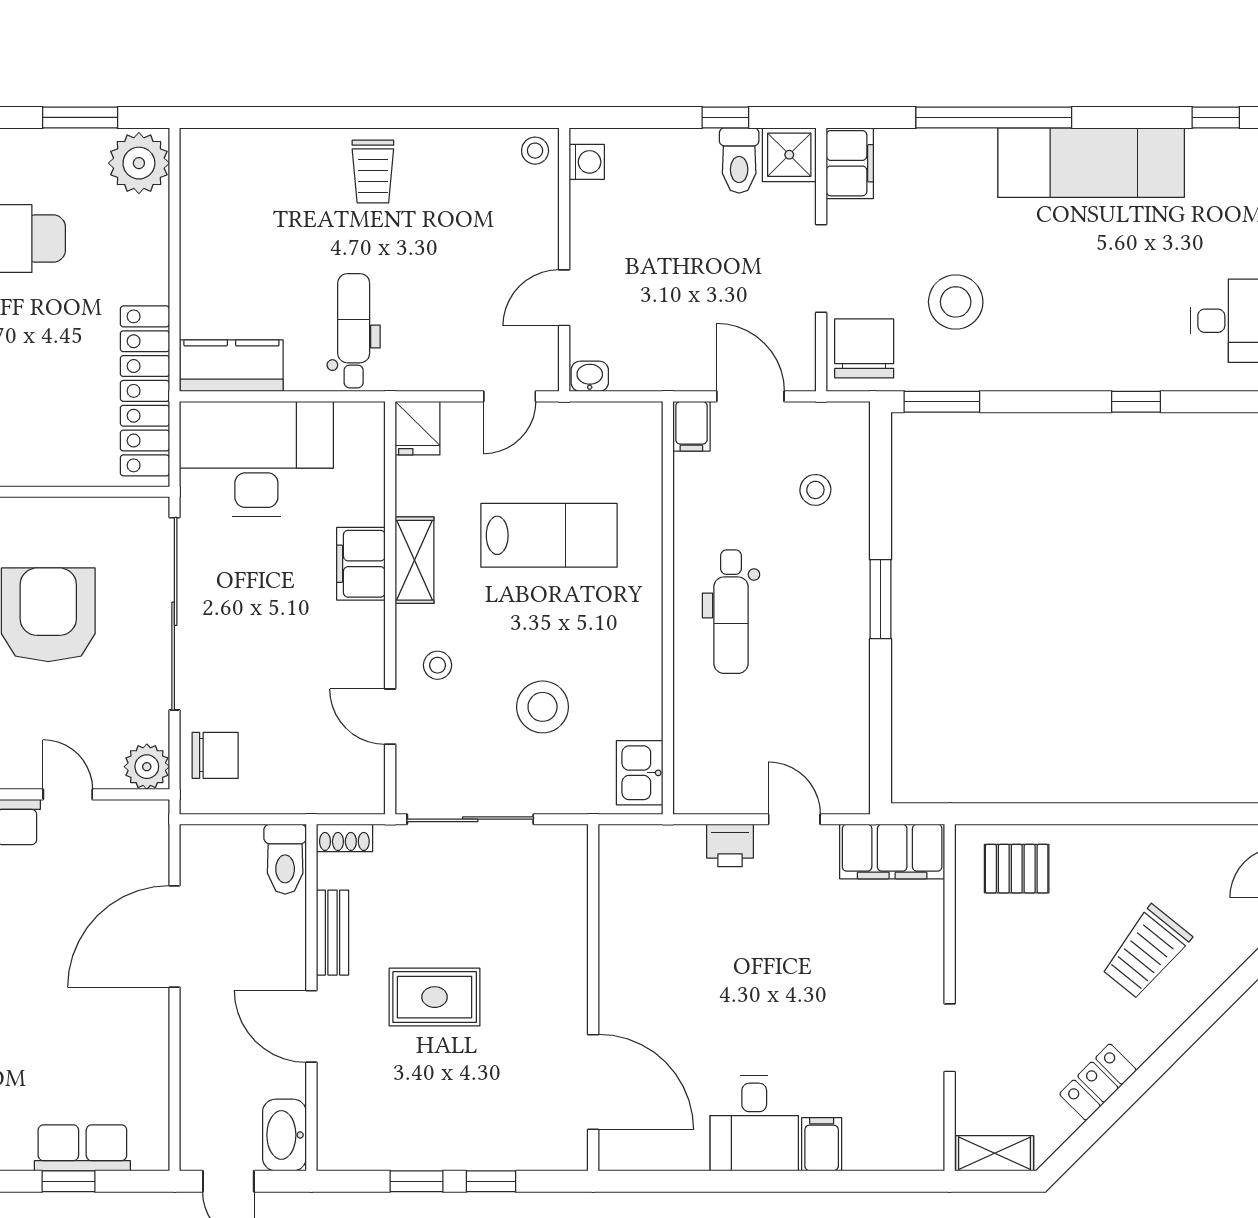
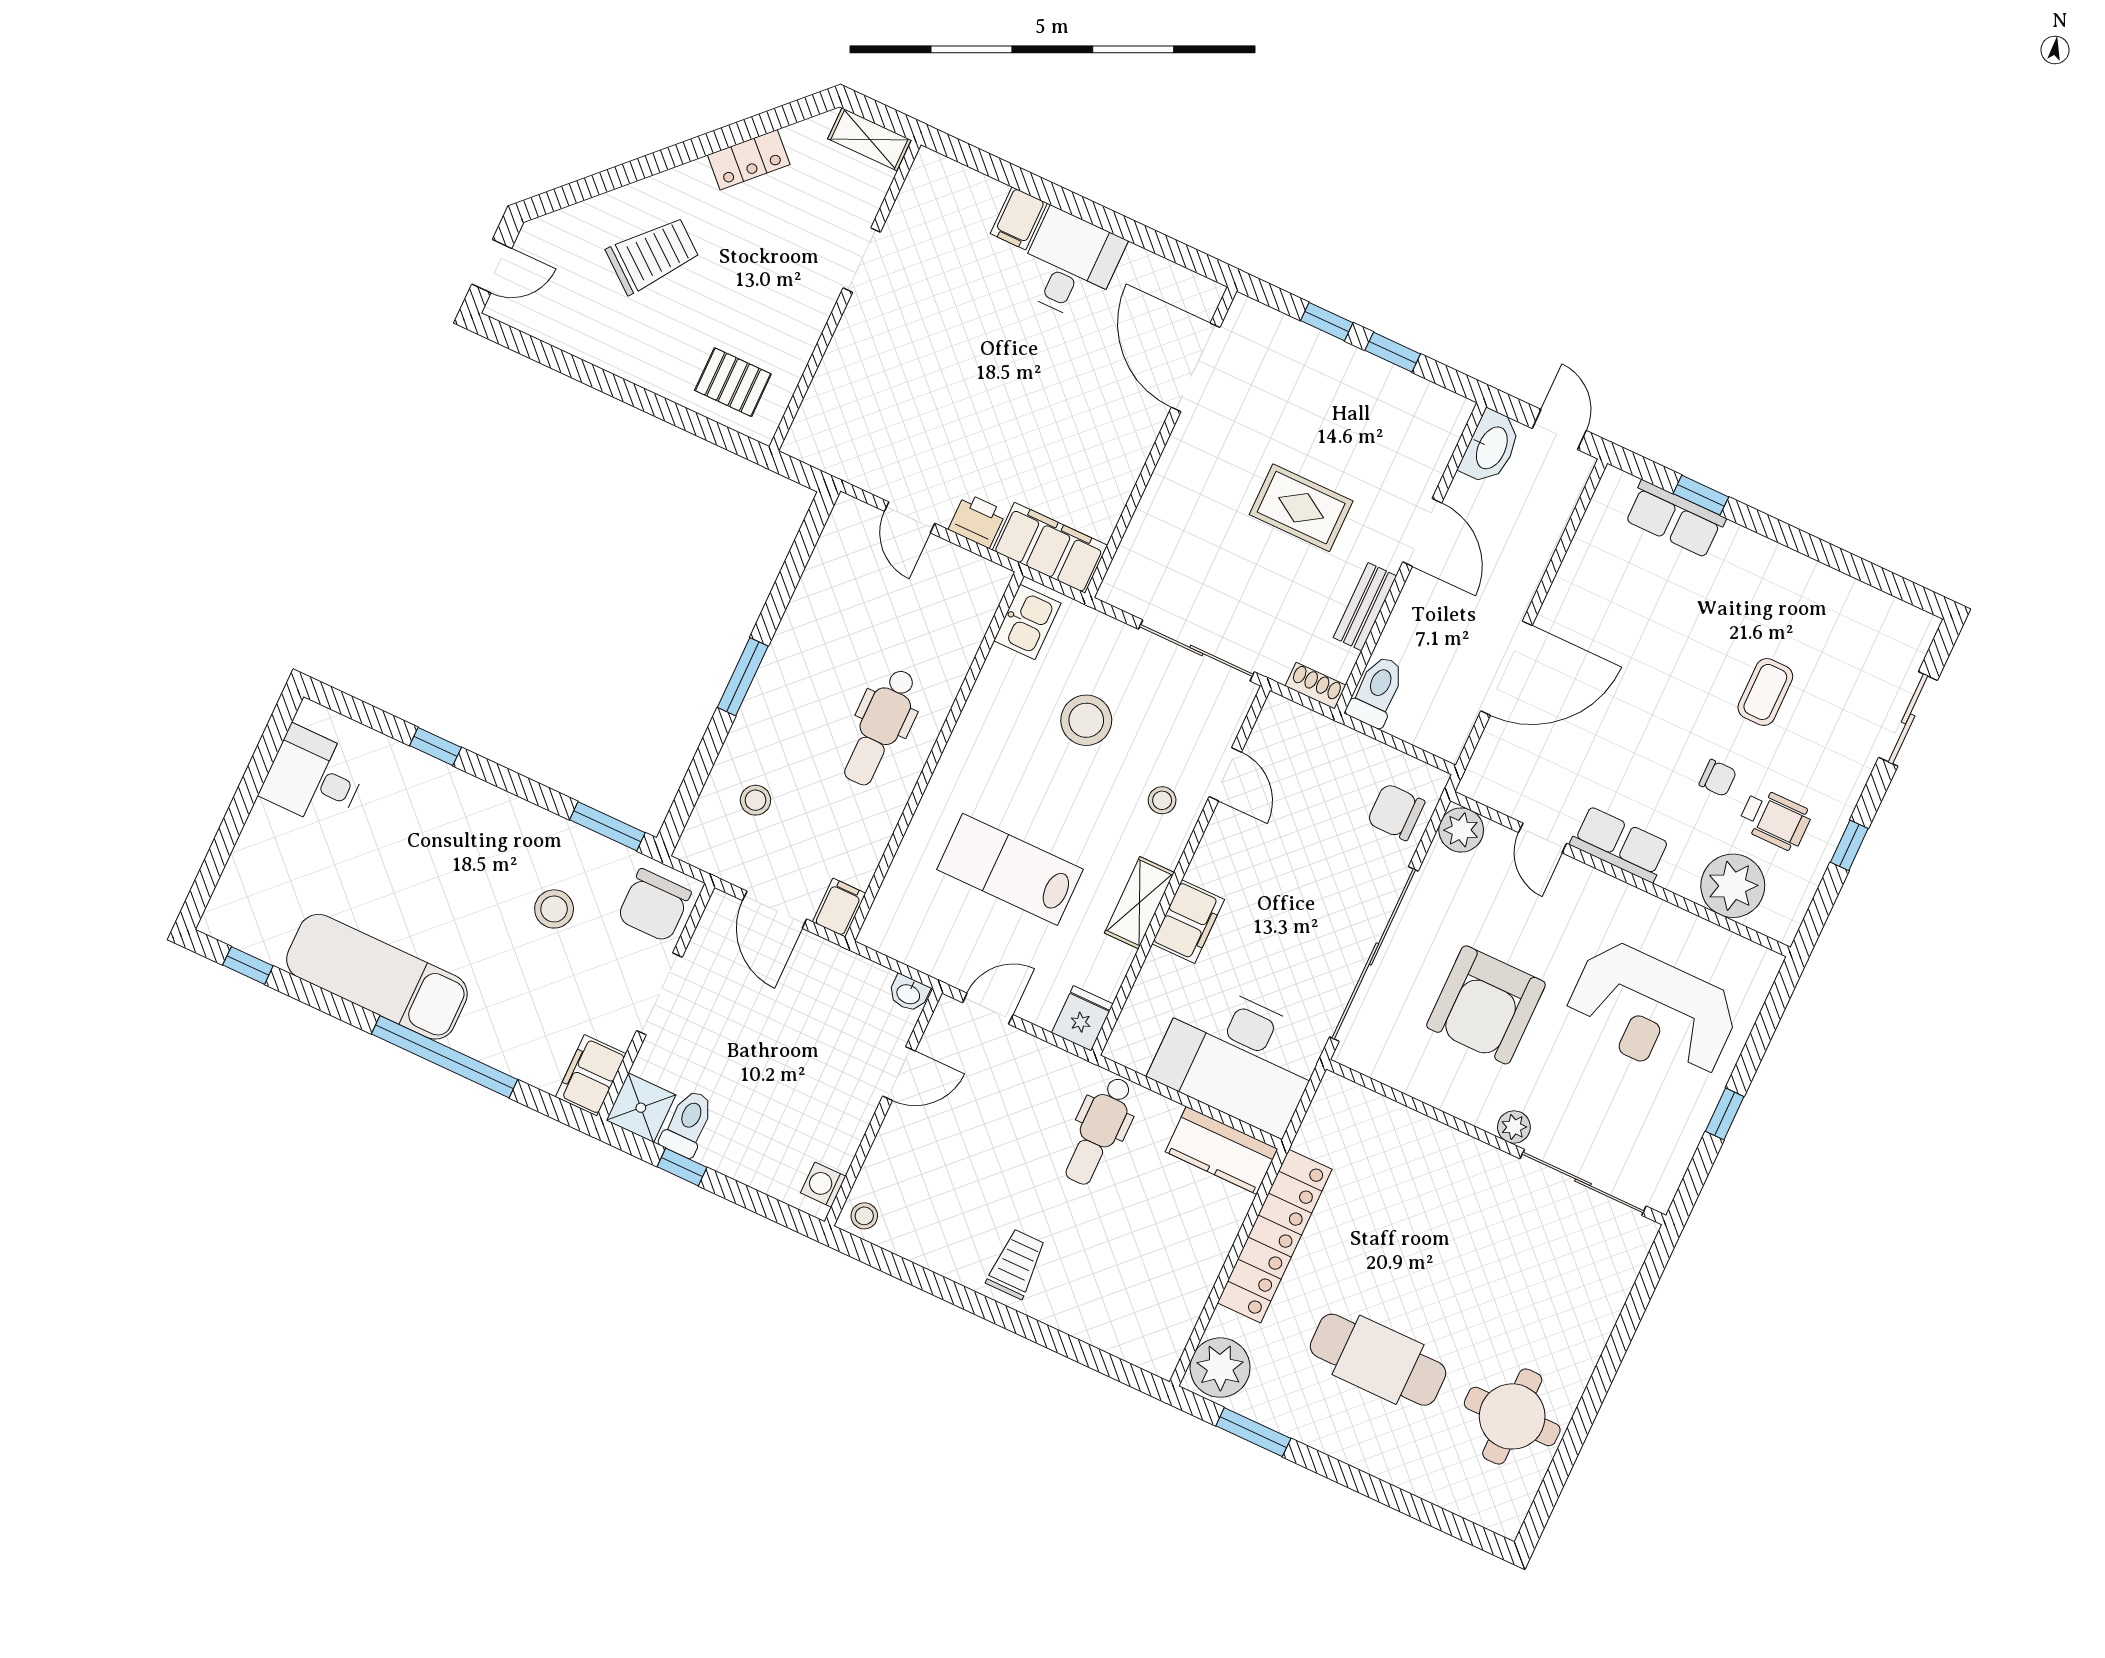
stool: (956, 302) -> (554, 909), width x0.73, depth x0.73
locker: (145, 391) -> (1275, 1236), moved
dental chair: (731, 612) -> (880, 727), turned 180
filing cabinet: (892, 851) -> (1050, 548), moved

